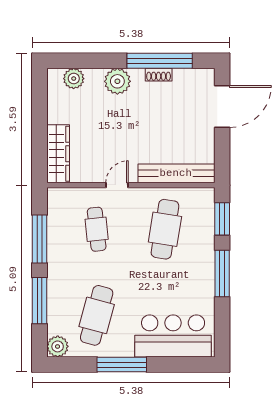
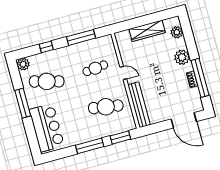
wardrobe: (58, 154) -> (147, 31), moved
window: (39, 301) -> (46, 47), width x0.46

